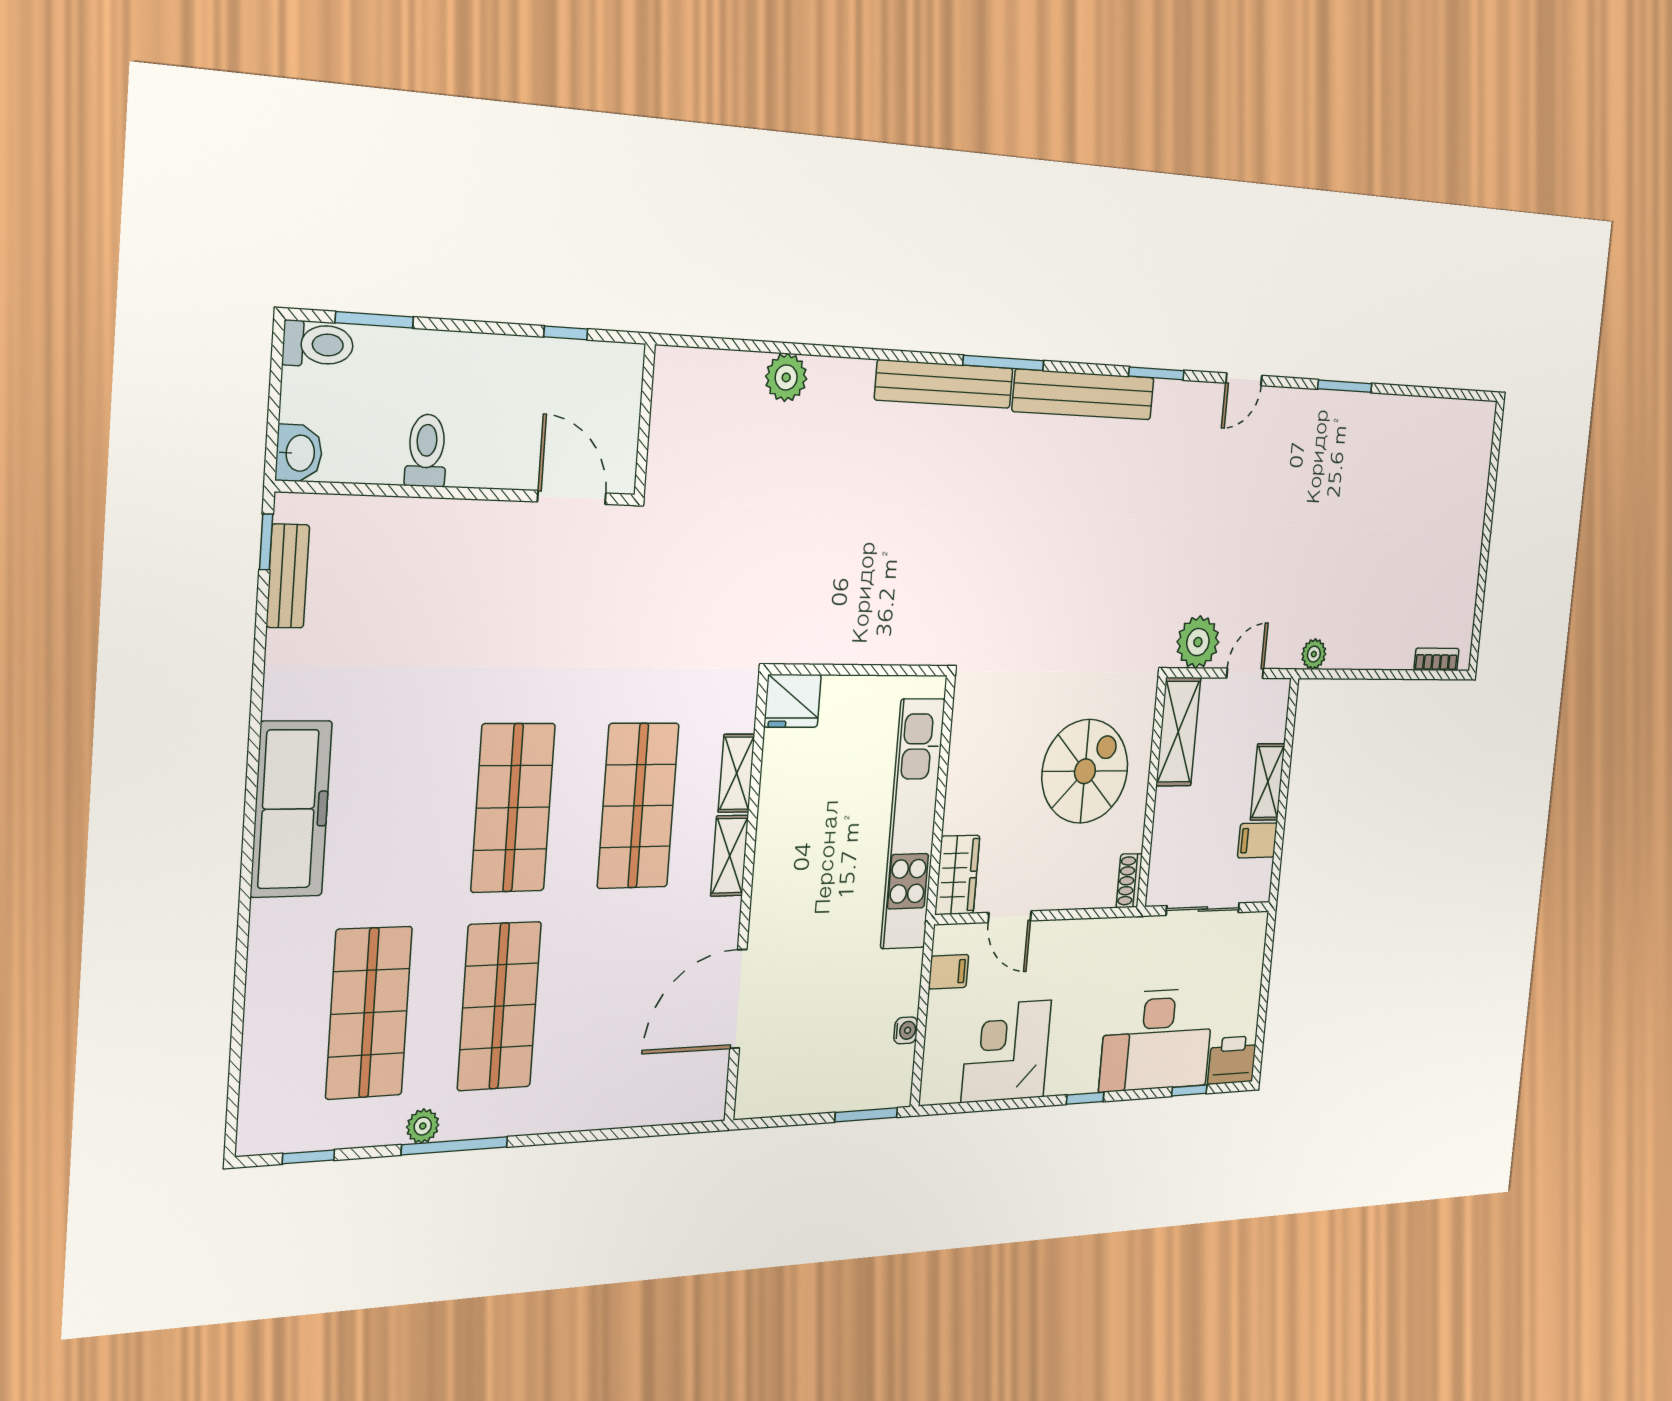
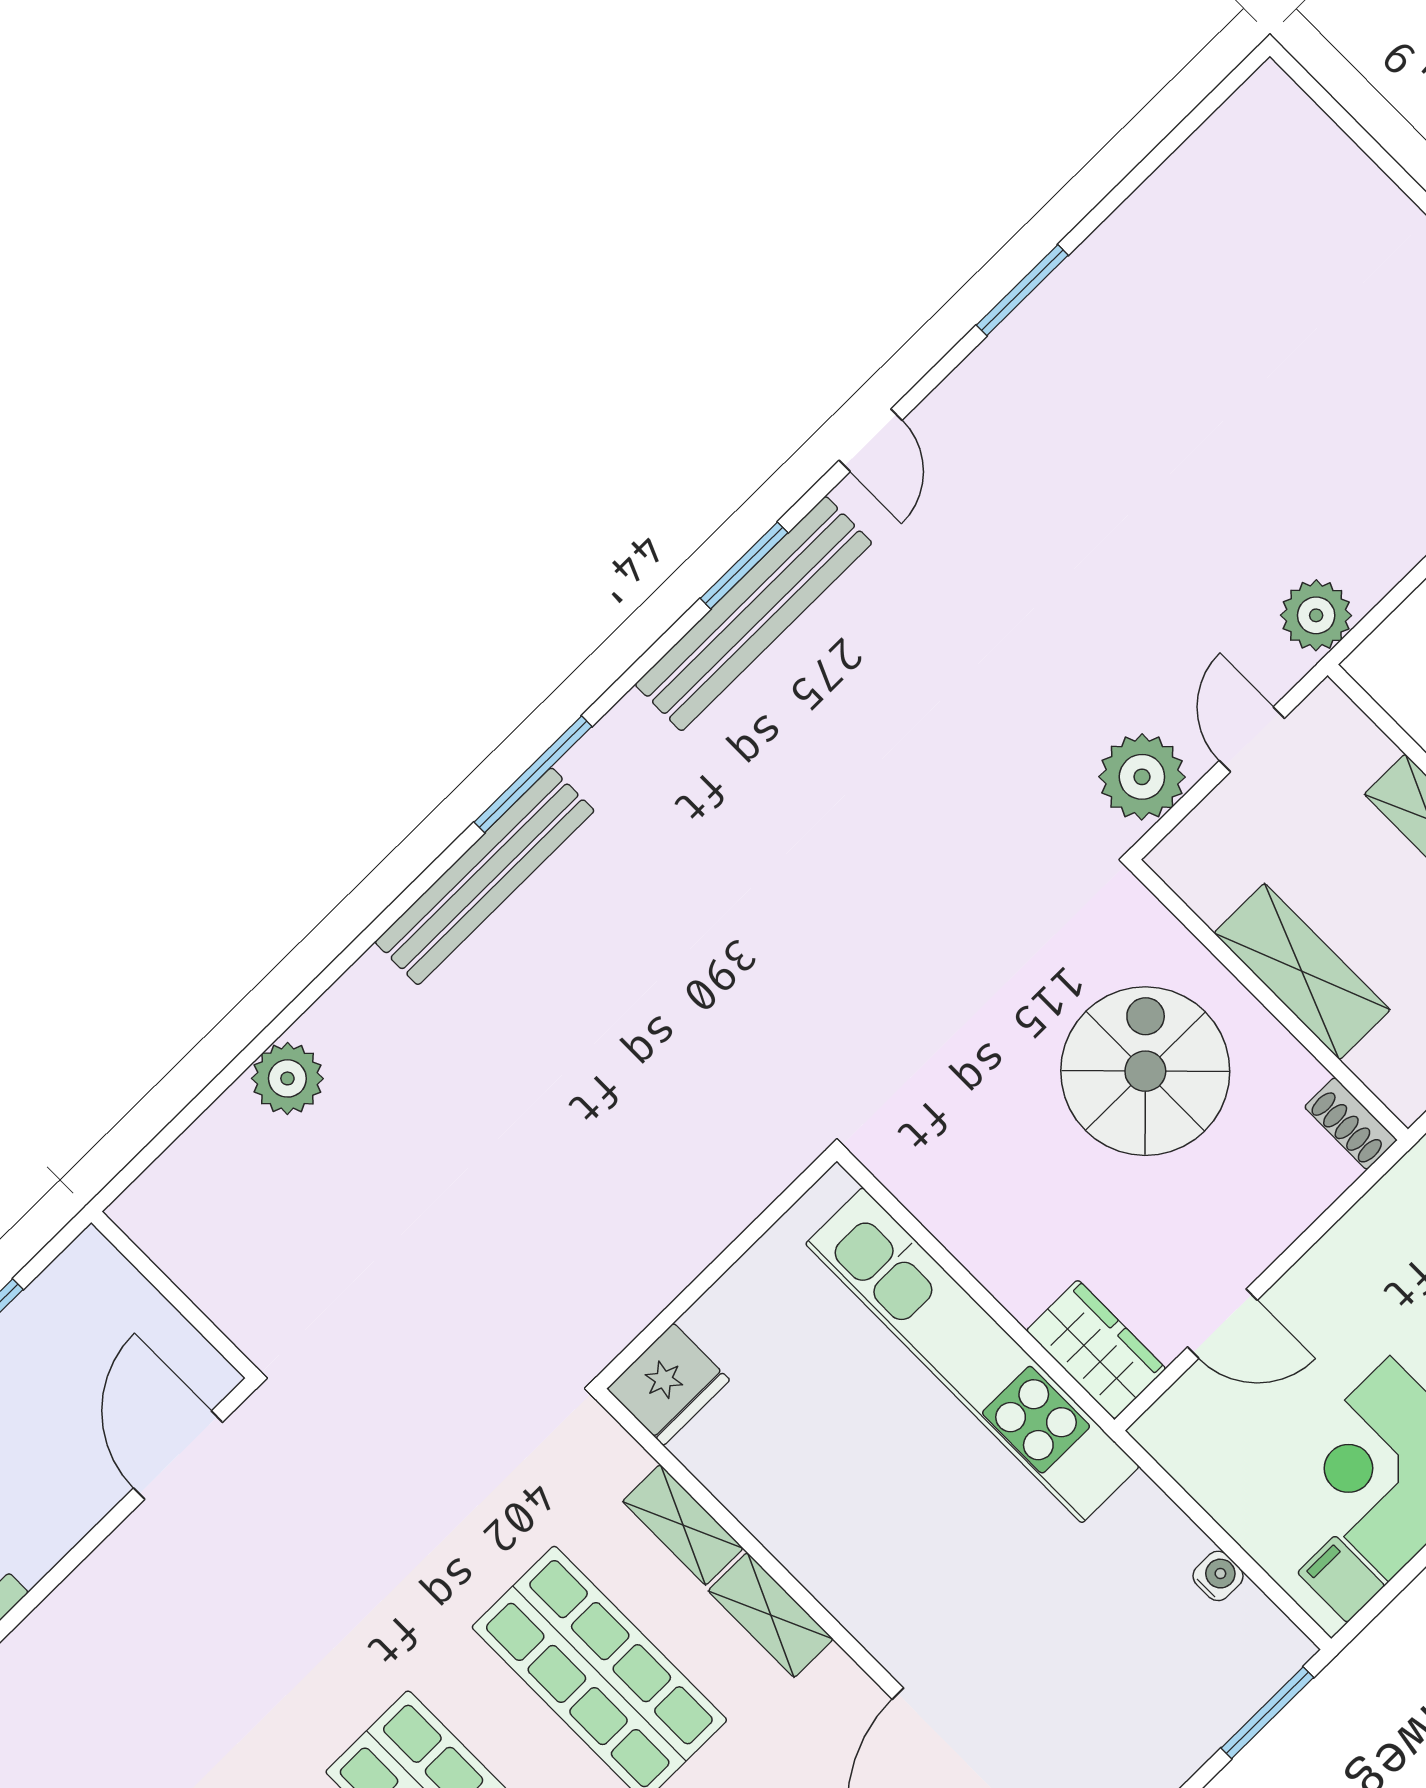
bench: (1084, 395) -> (754, 614), moved
door: (572, 497) -> (178, 1455), hinge flipped
plant: (1314, 654) -> (1316, 615), width x1.38, depth x1.38
shelving: (1178, 732) -> (1302, 971), moved
filing cabinet: (949, 972) -> (1341, 1579), moved, turned -90

